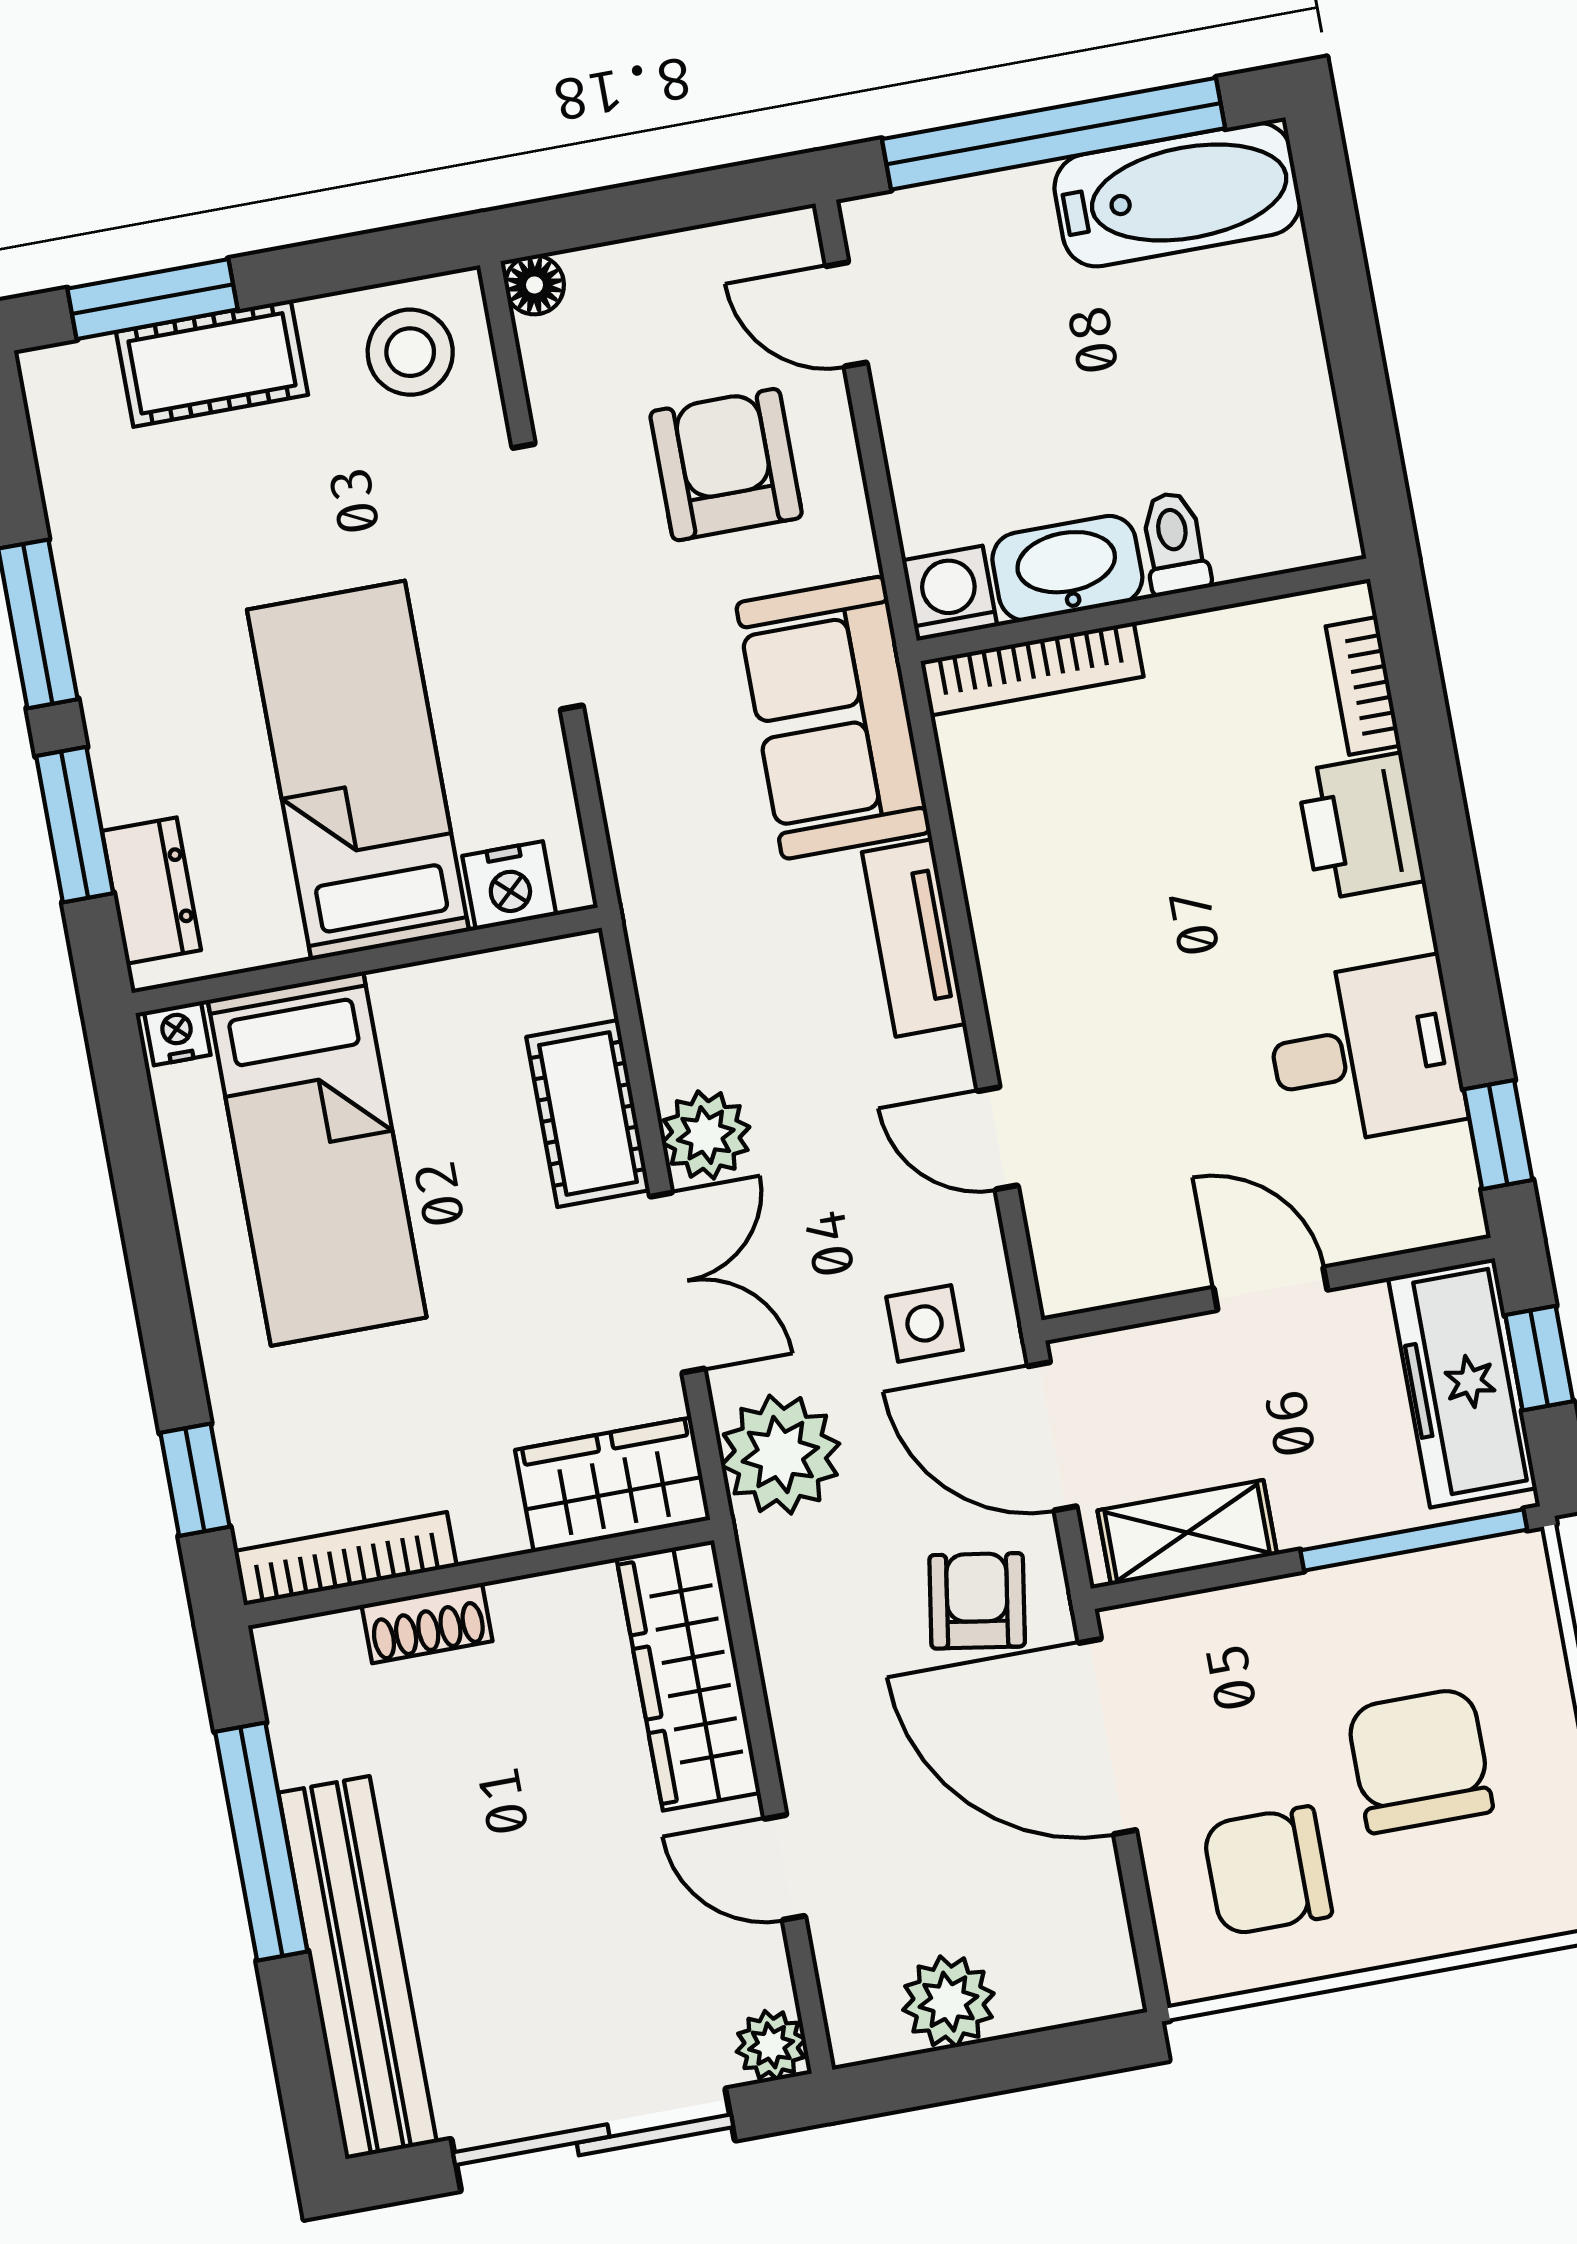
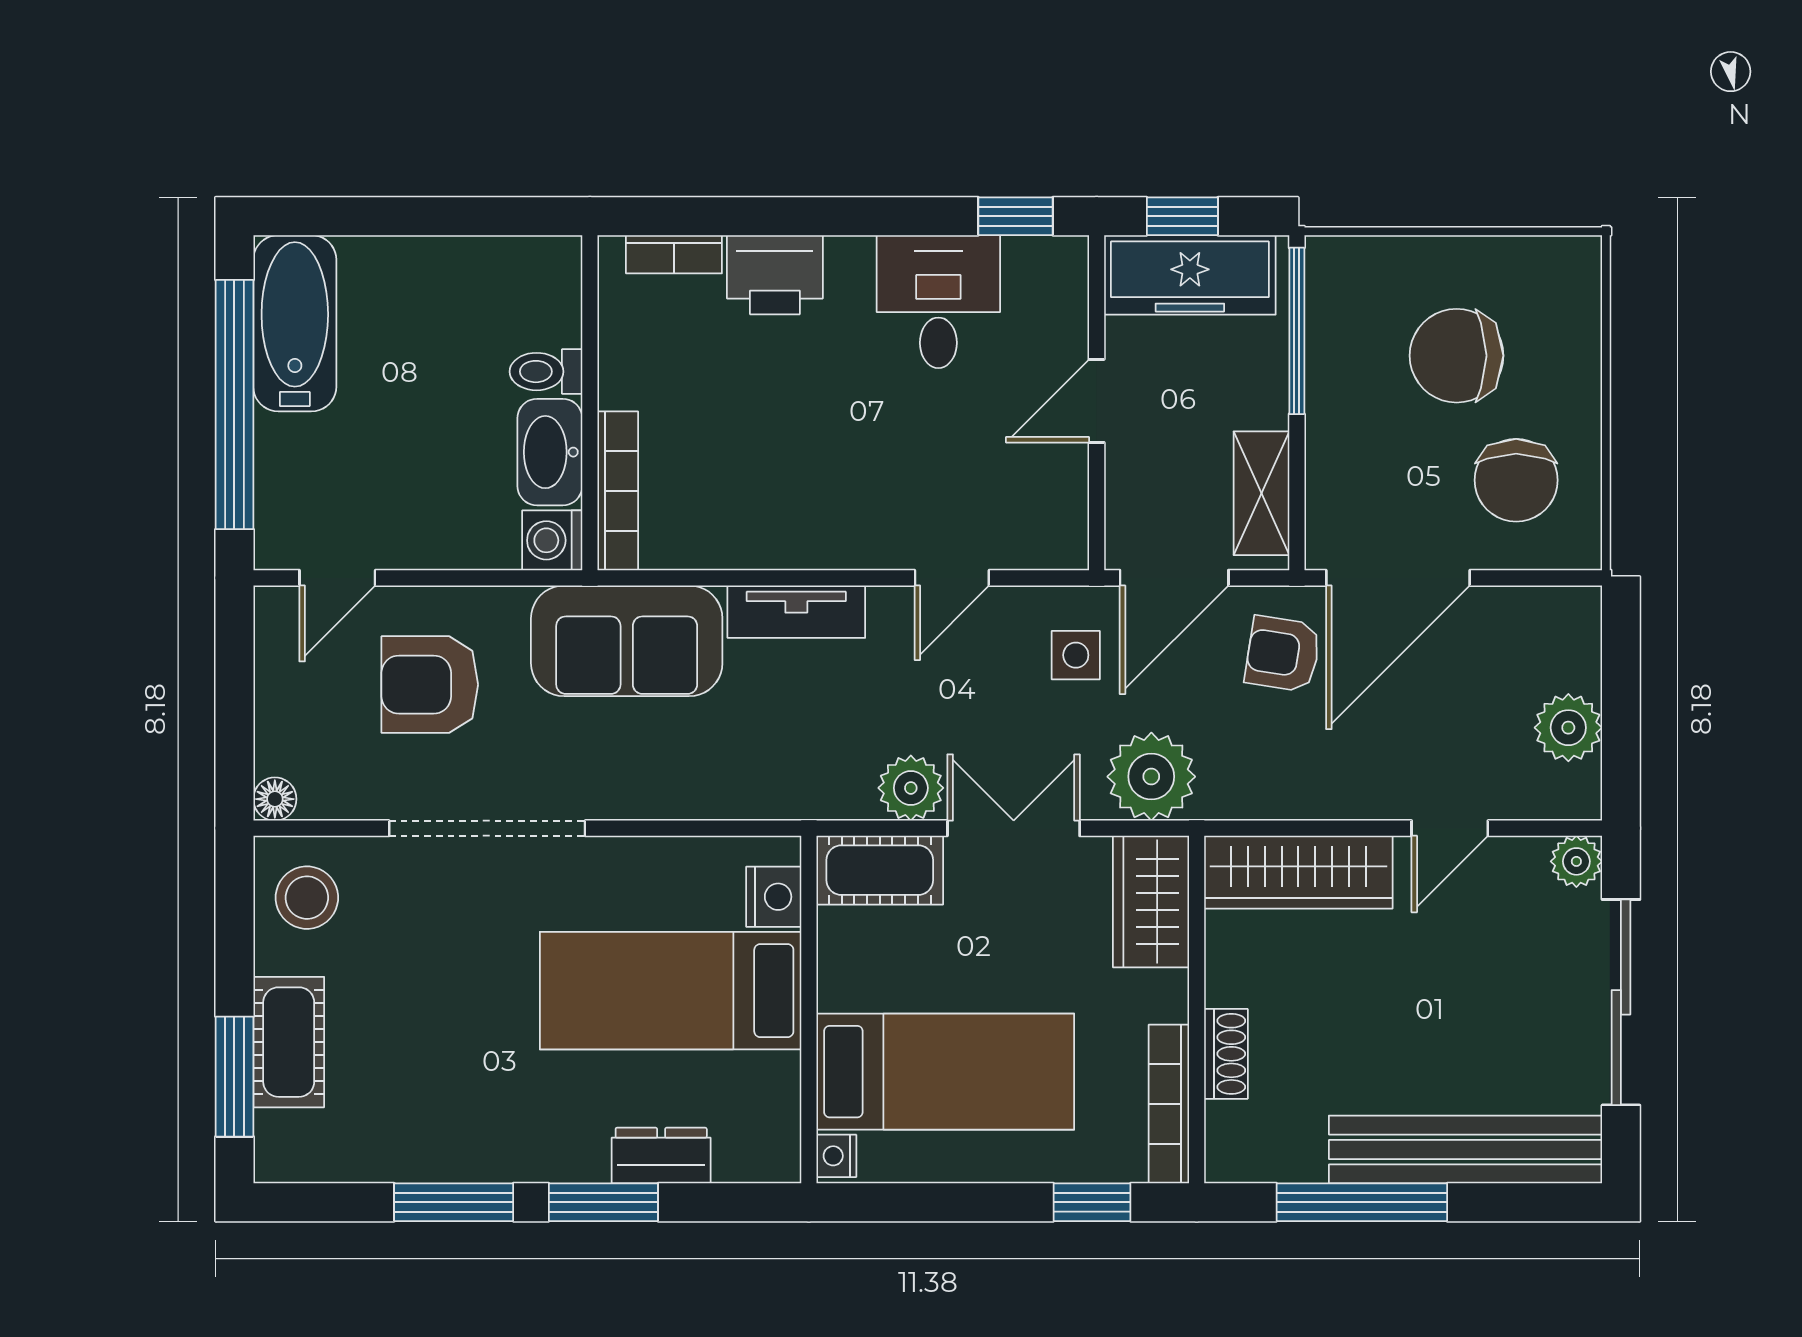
bed: (358, 770) -> (671, 991), moved
nightstand: (509, 885) -> (774, 897), moved
wall: (367, 960) -> (809, 1010), moved
nightstand: (177, 1033) -> (836, 1156), moved
bed: (317, 1159) -> (945, 1072), moved

